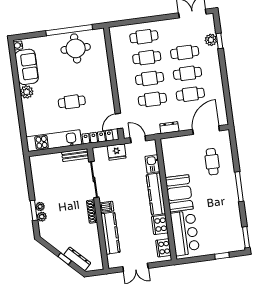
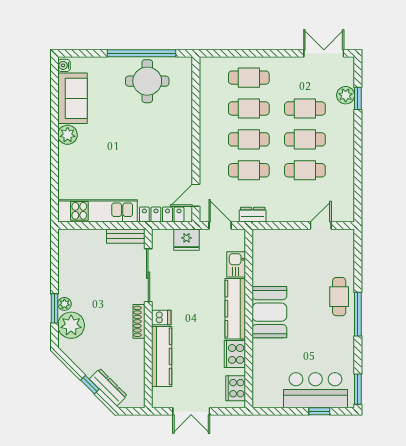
cafe table: (72, 102) -> (131, 158), removed
dresser: (169, 128) -> (253, 215), moved
door: (206, 130) -> (321, 225), width x0.53
cafe table: (212, 162) -> (339, 297), moved
plant: (42, 217) -> (71, 325), width x1.88, depth x1.88
bar counter: (185, 233) -> (315, 390), moved, turned -90

